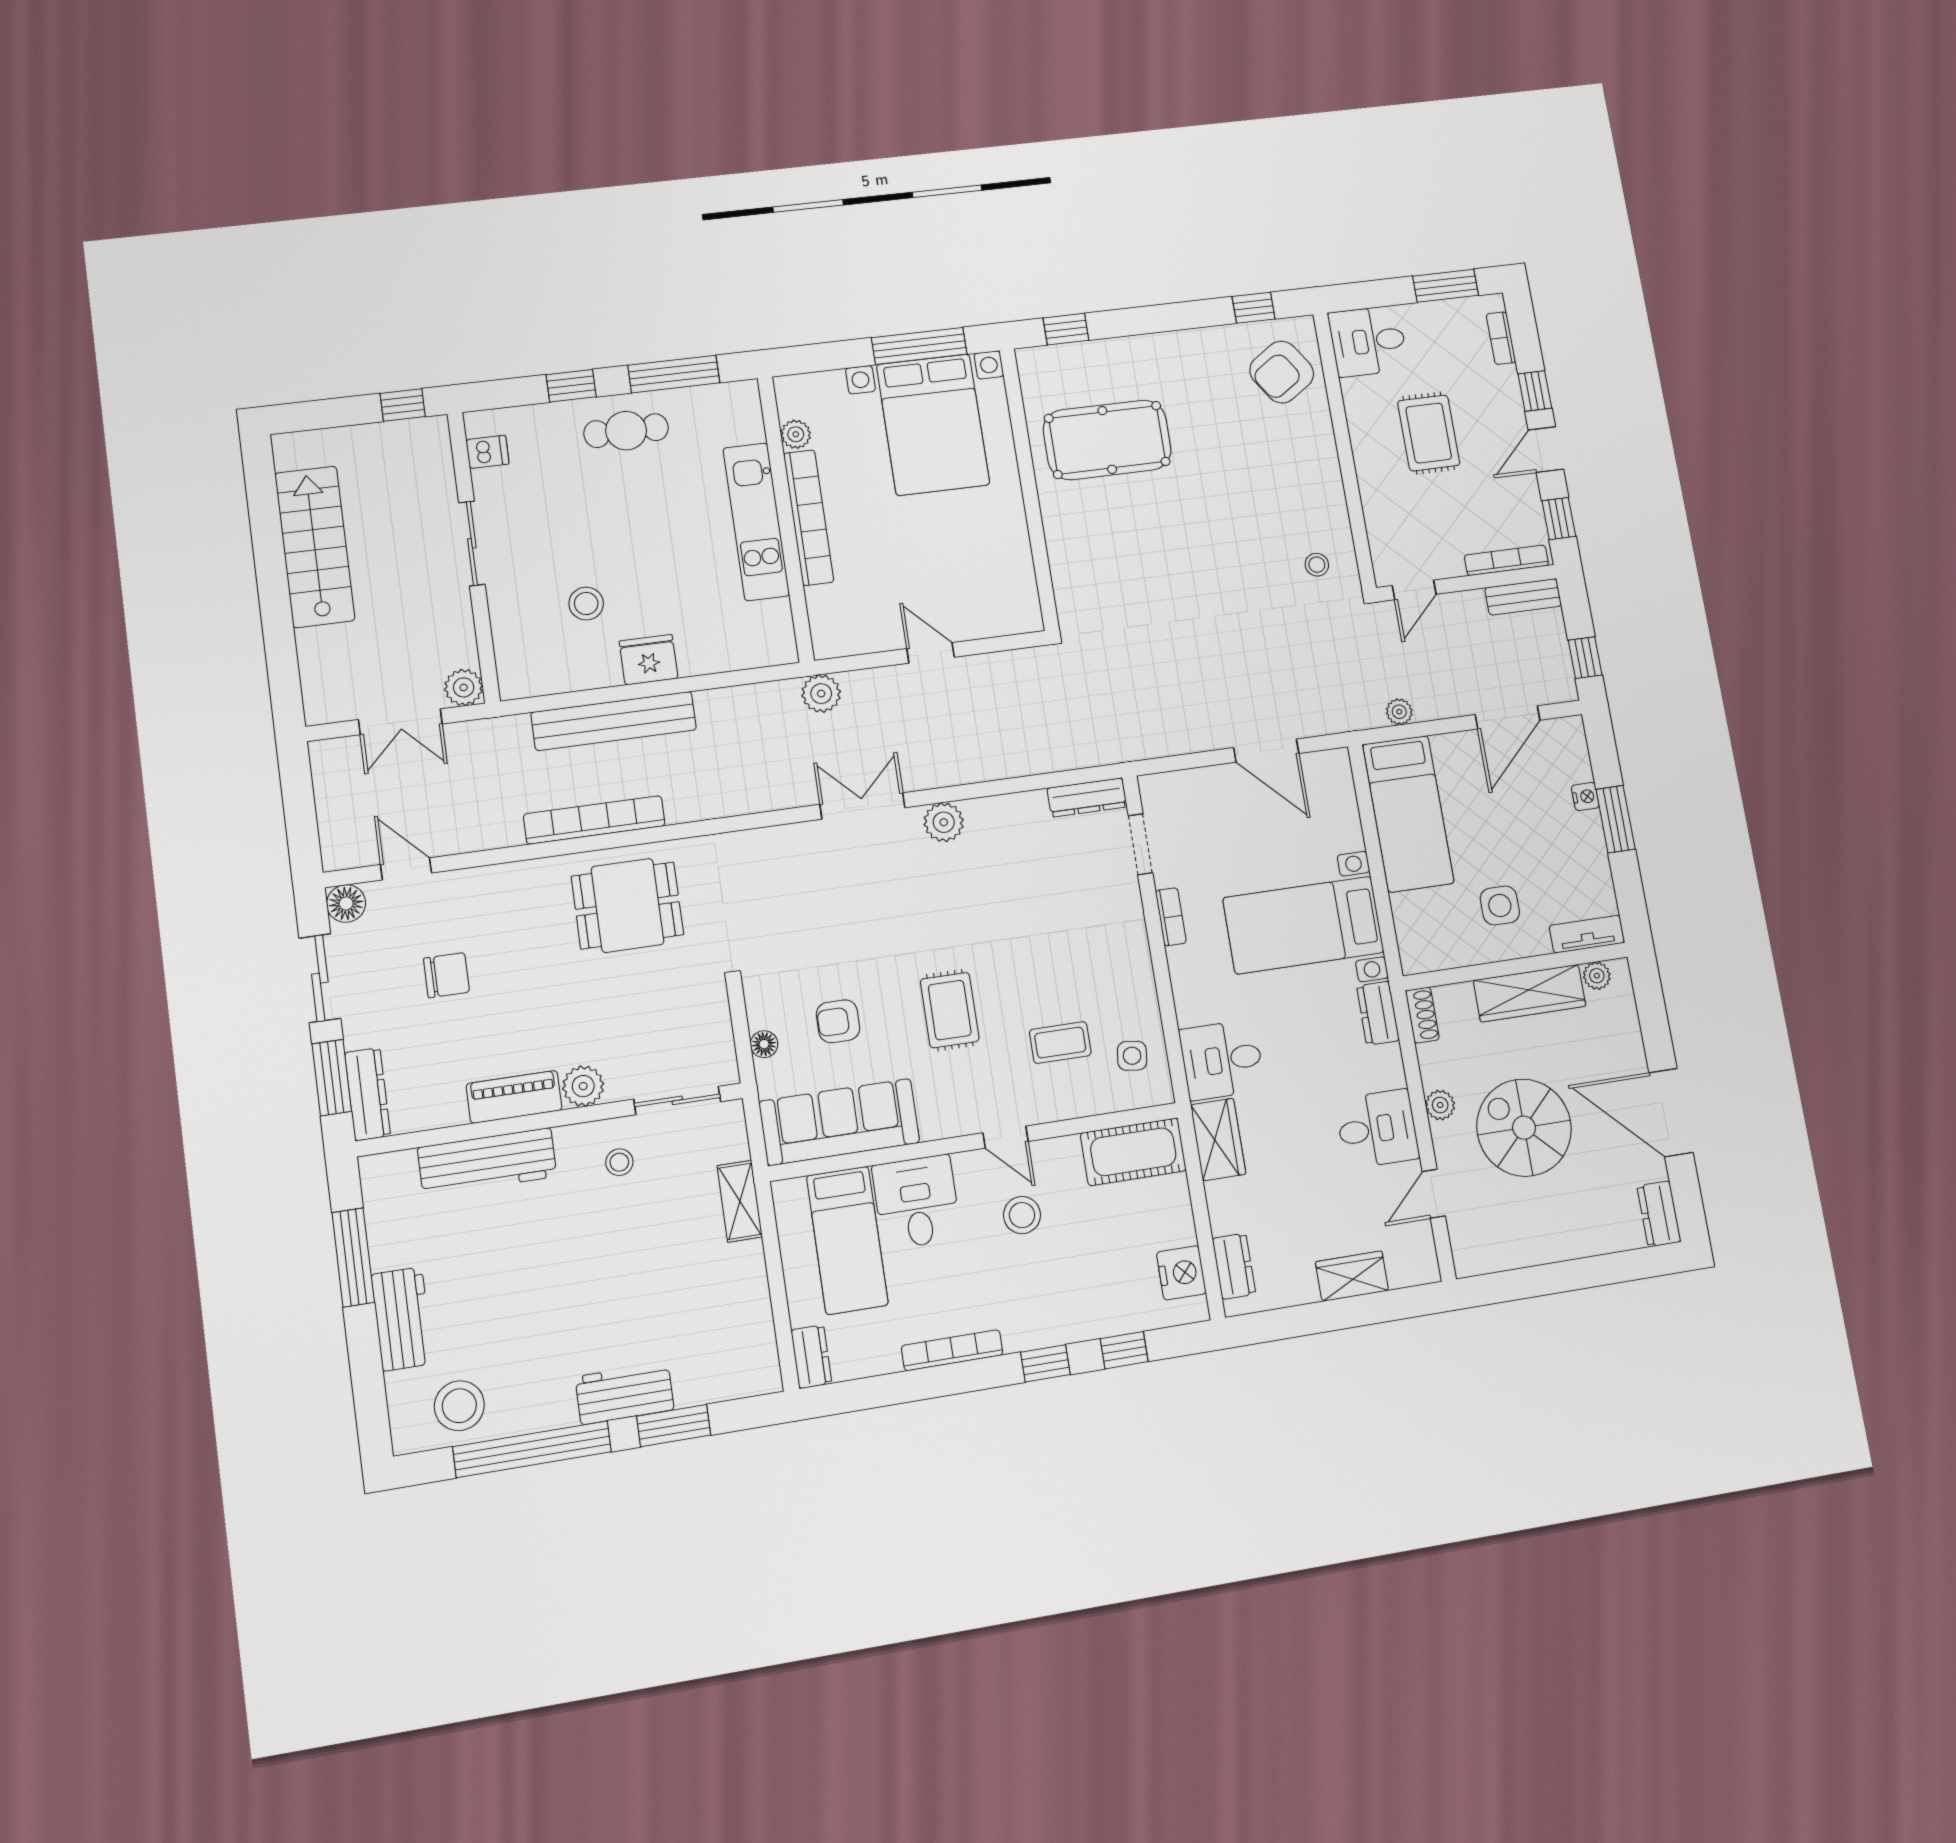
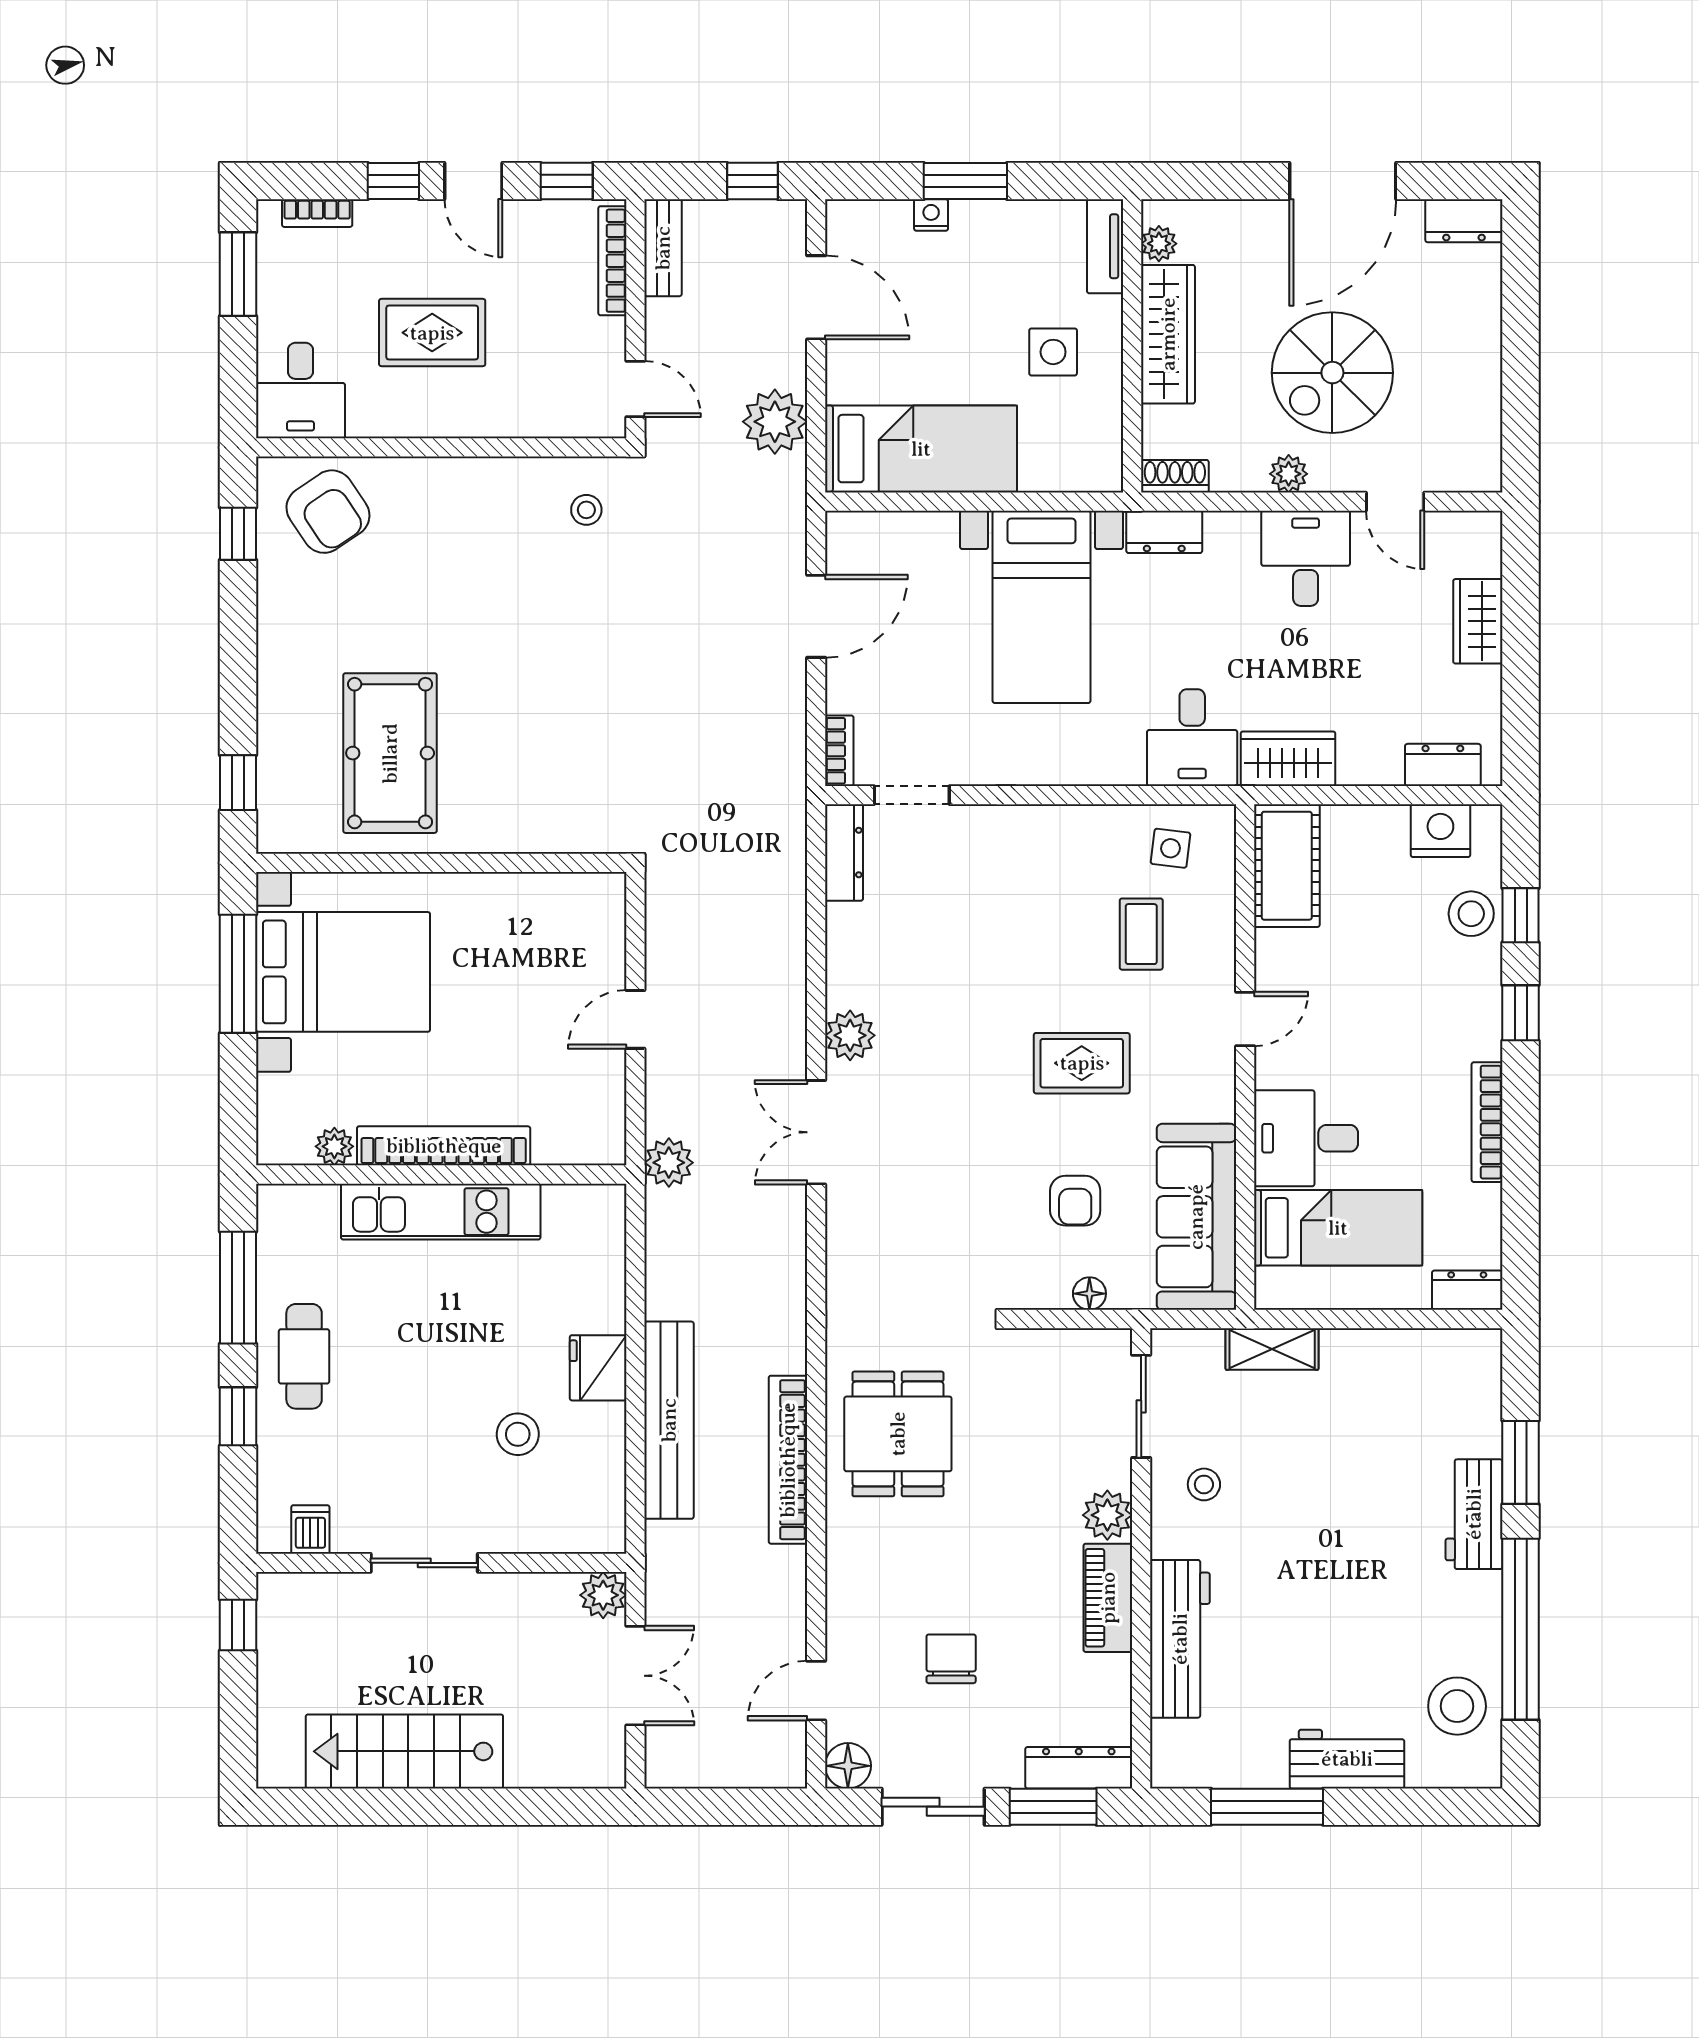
plant: (1399, 712) -> (775, 422), width x1.88, depth x1.88
bookcase: (1171, 917) -> (839, 751), moved, turned 90
stool: (1022, 1215) -> (1471, 914), moved

